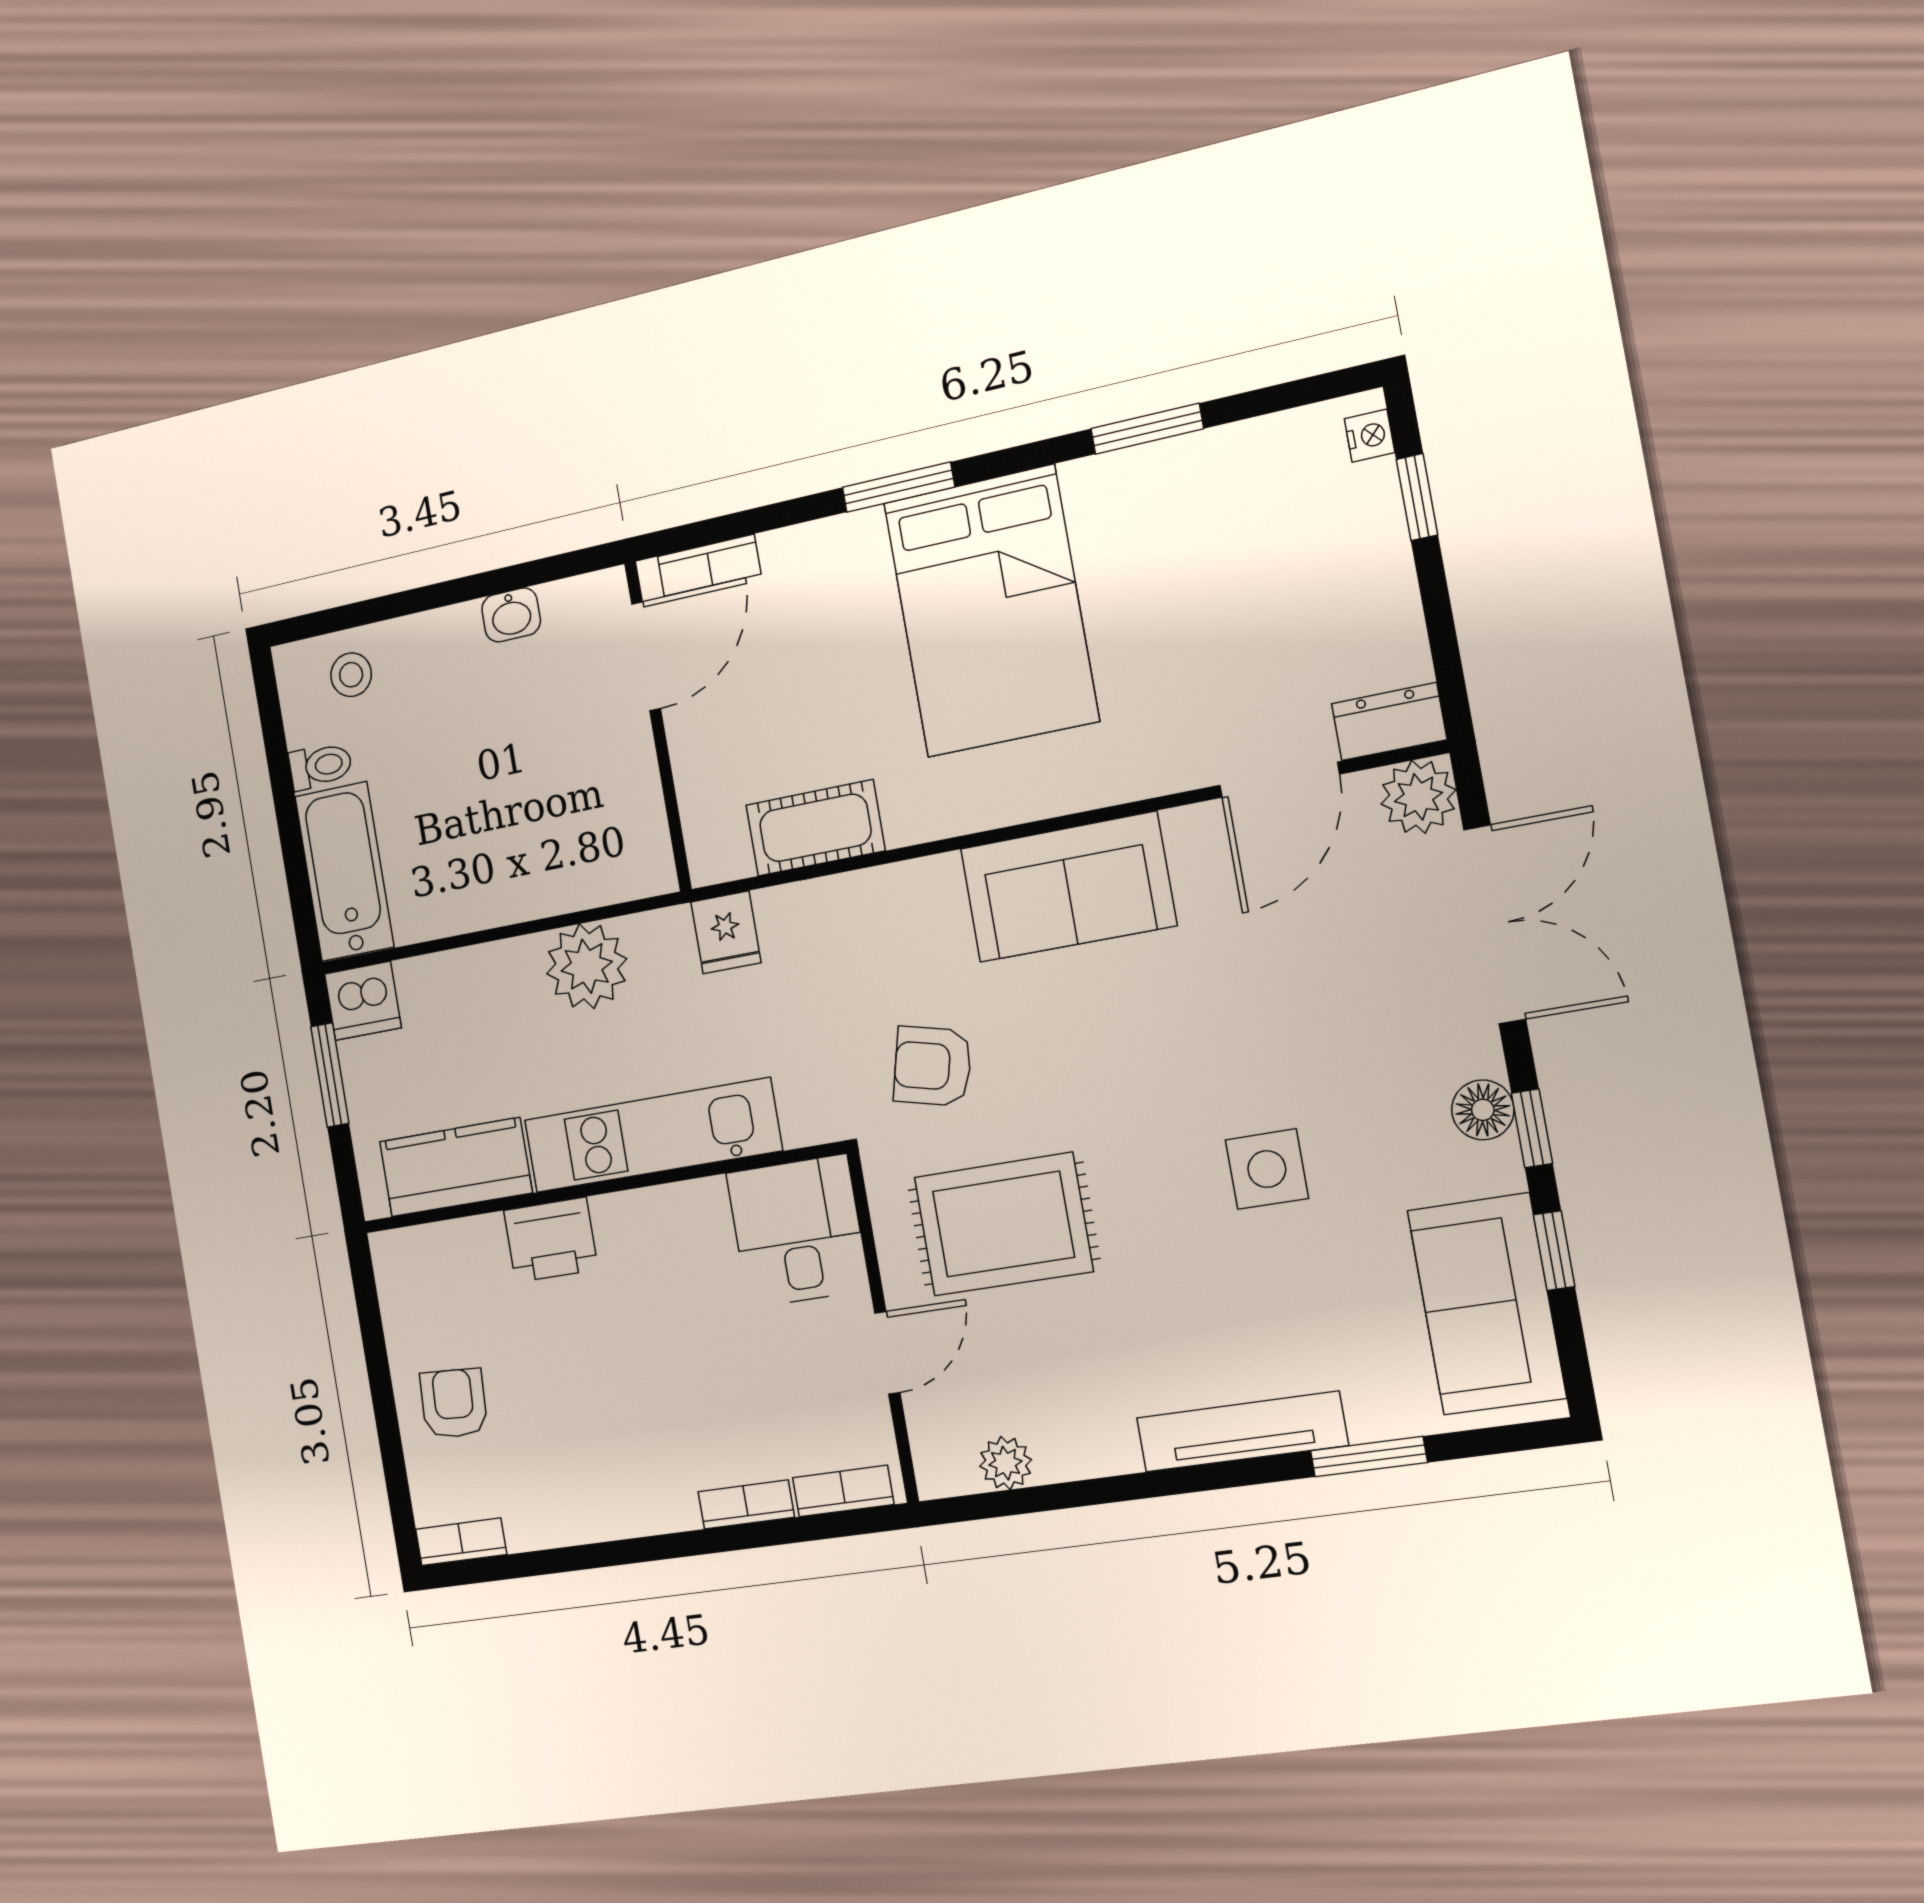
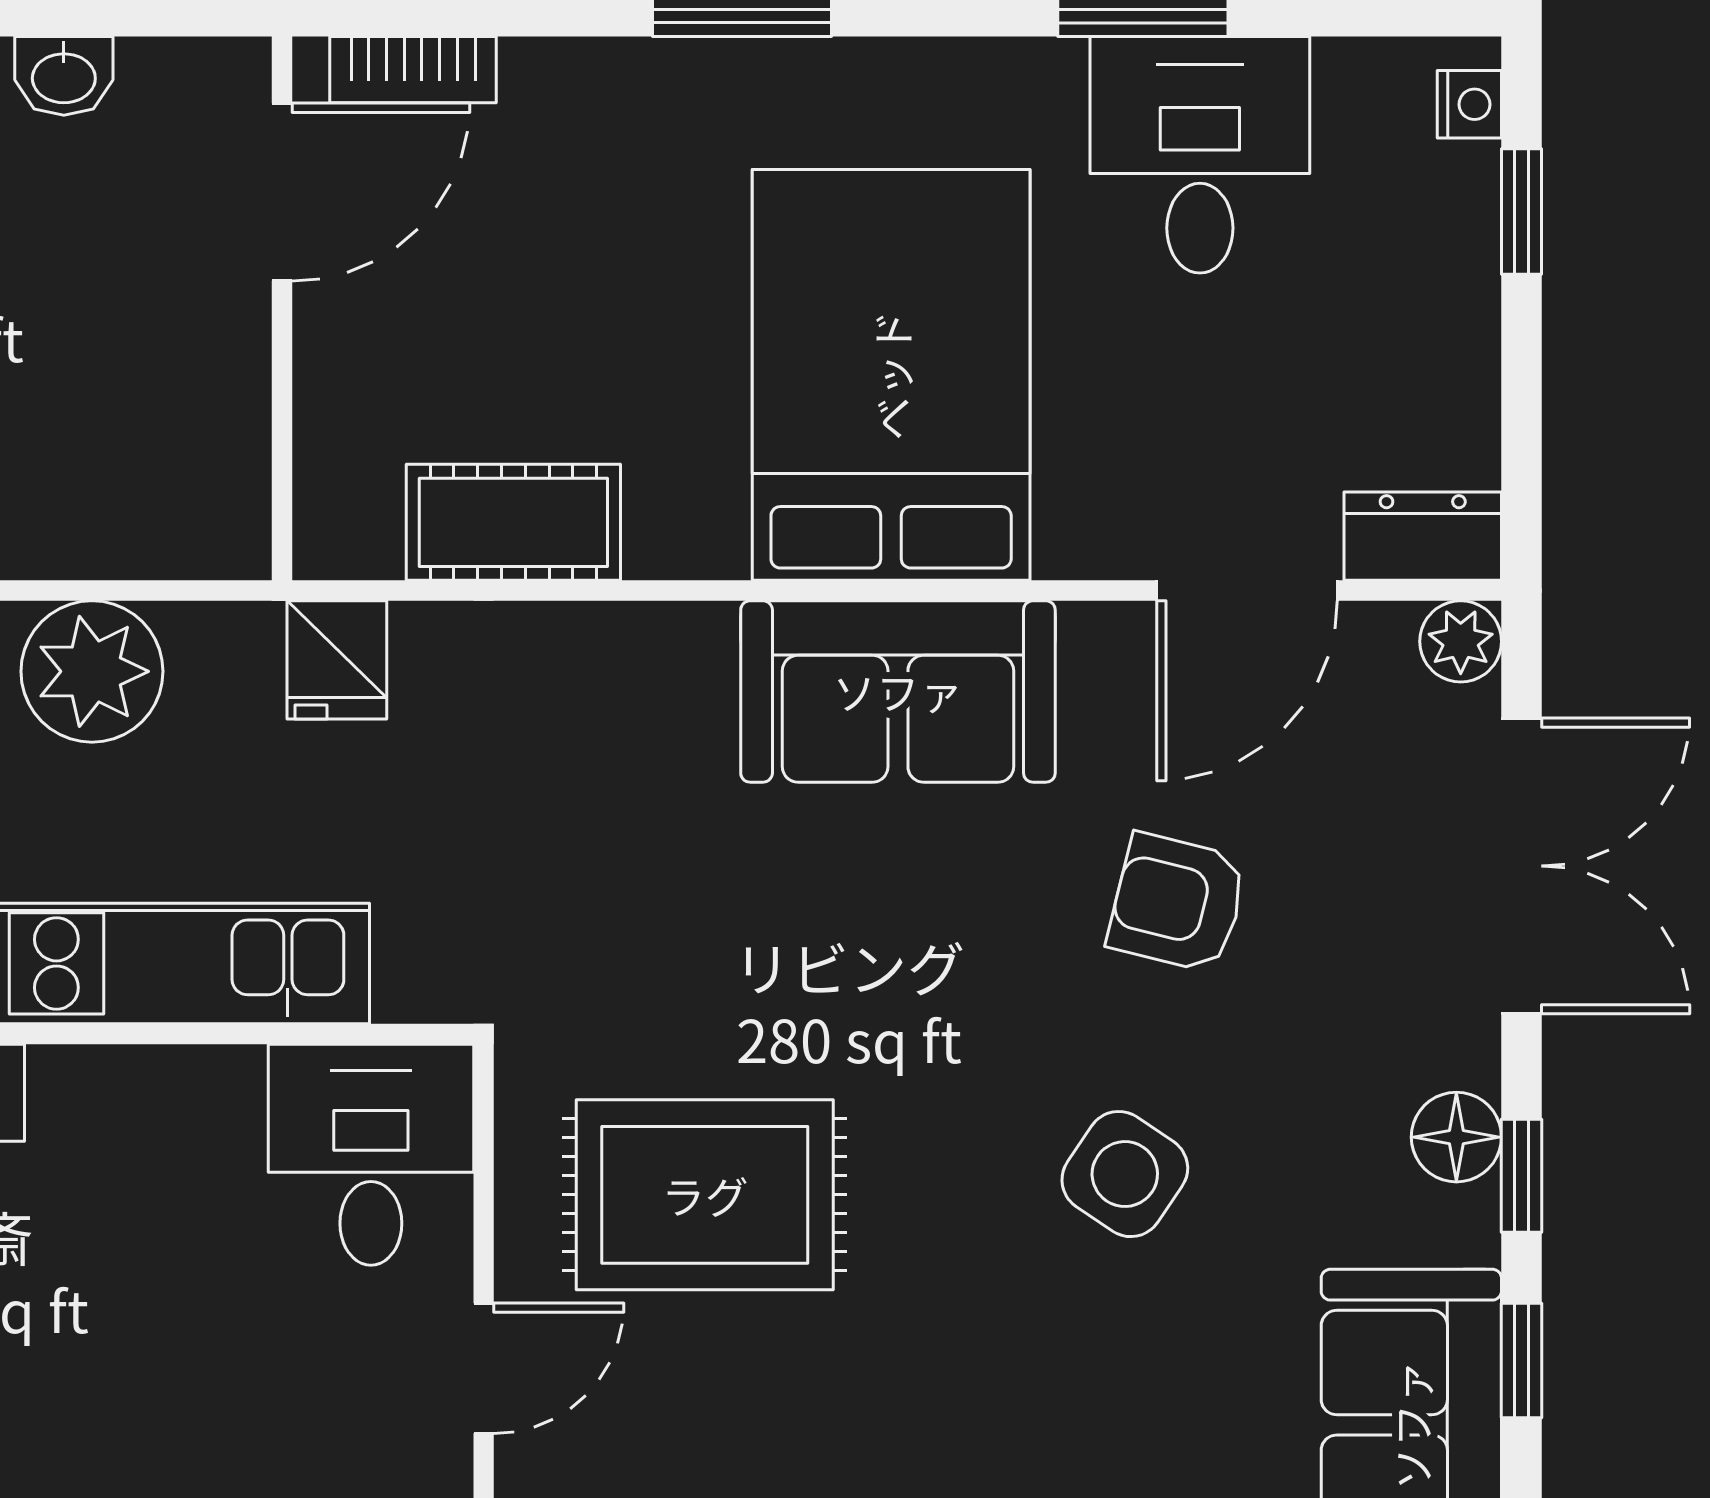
desk: (1199, 508) -> (1200, 155), added
bed: (991, 611) -> (891, 375), moved, turned 180
plant: (1418, 797) -> (1461, 641), width x0.73, depth x0.73
armchair: (933, 1066) -> (1177, 903), moved
side table: (1267, 1169) -> (1125, 1174), turned 34

